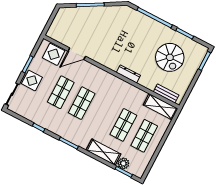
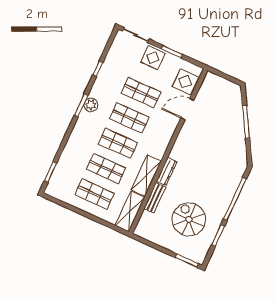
door: (77, 54) -> (187, 109), hinge flipped
spiral stairs: (170, 57) -> (189, 219), turned 90
bench: (166, 93) -> (155, 198), moved
shop shelf: (103, 114) -> (118, 143), added
shelving: (103, 152) -> (146, 175), moved
plant: (123, 163) -> (91, 105), moved

